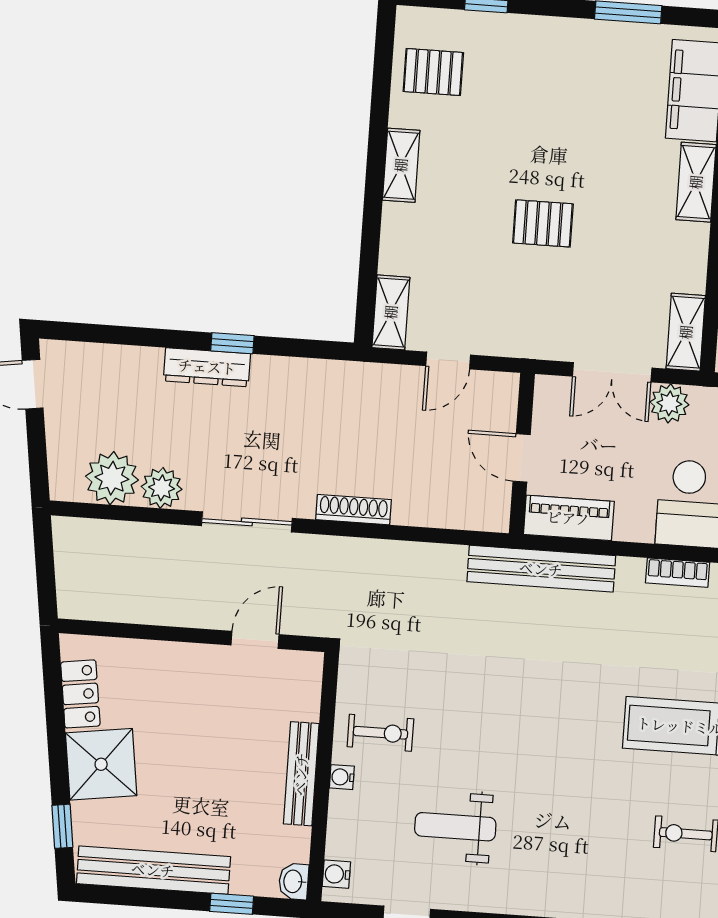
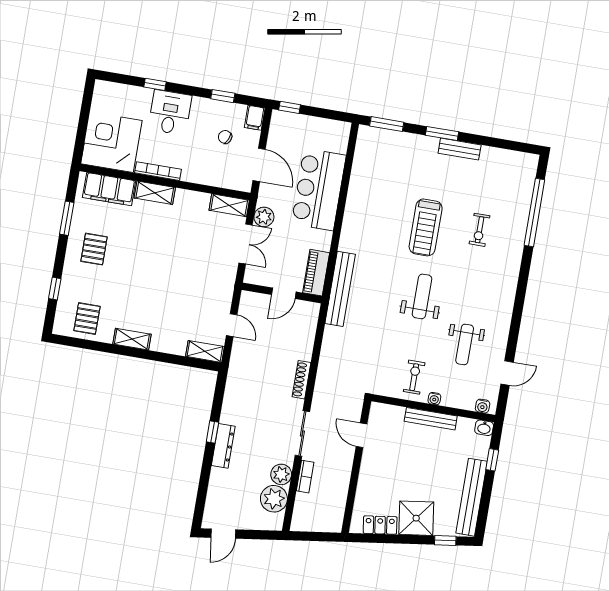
pallet: (543, 223) -> (94, 249), moved
bookcase: (678, 573) -> (305, 477), moved
weight bench: (542, 733) -> (422, 296), added

